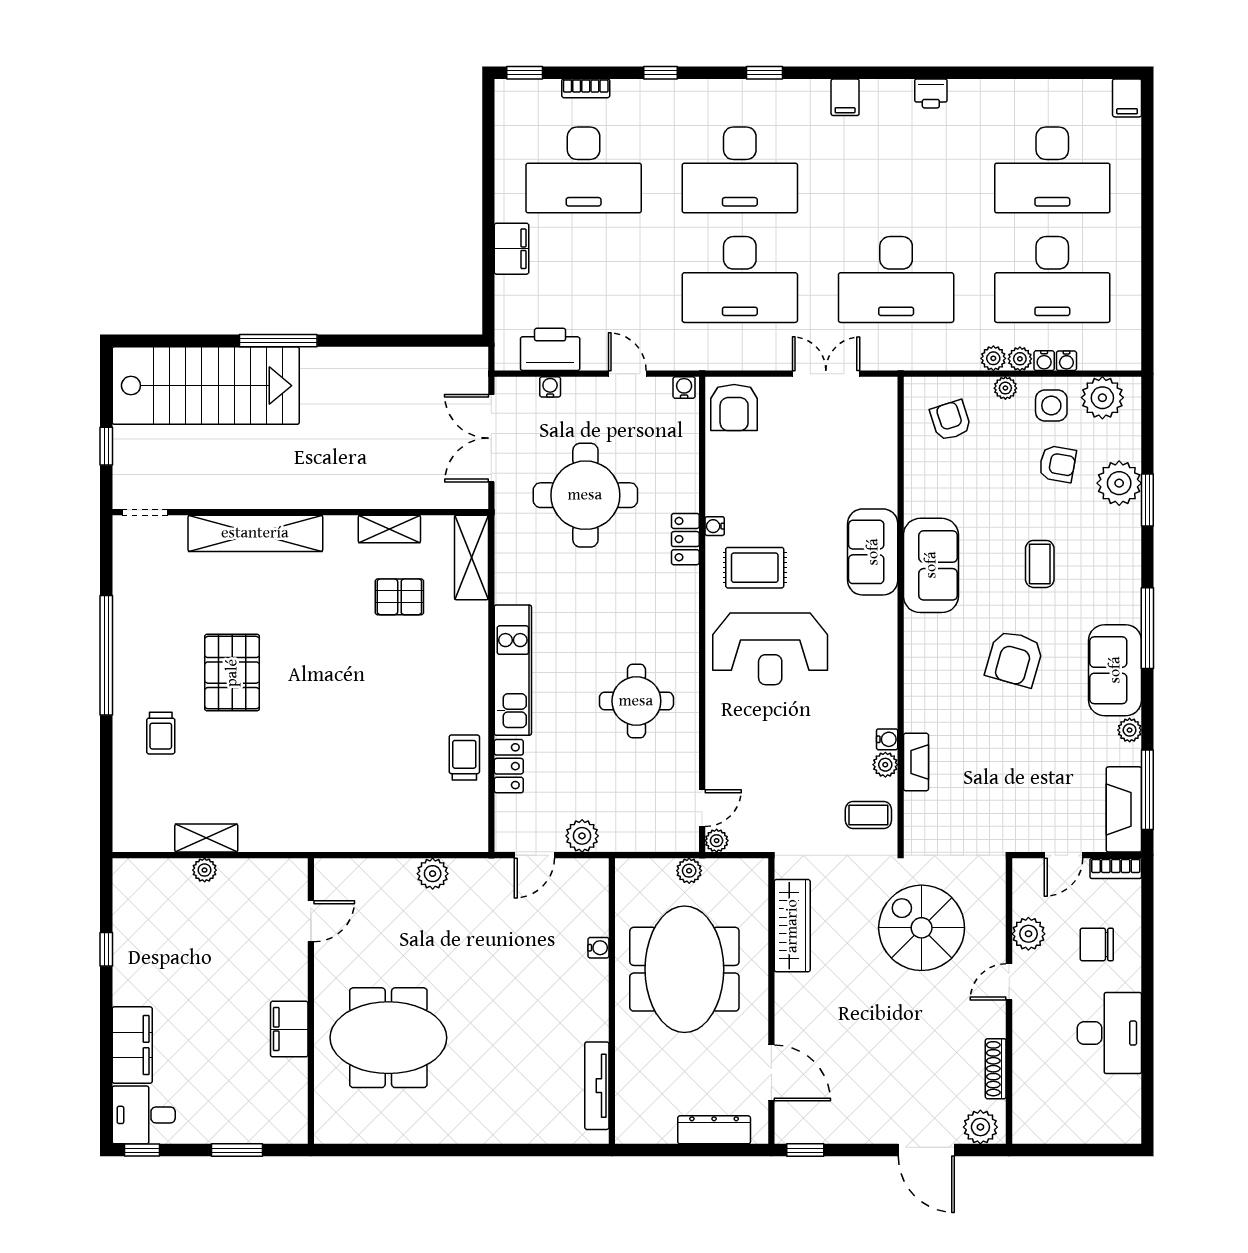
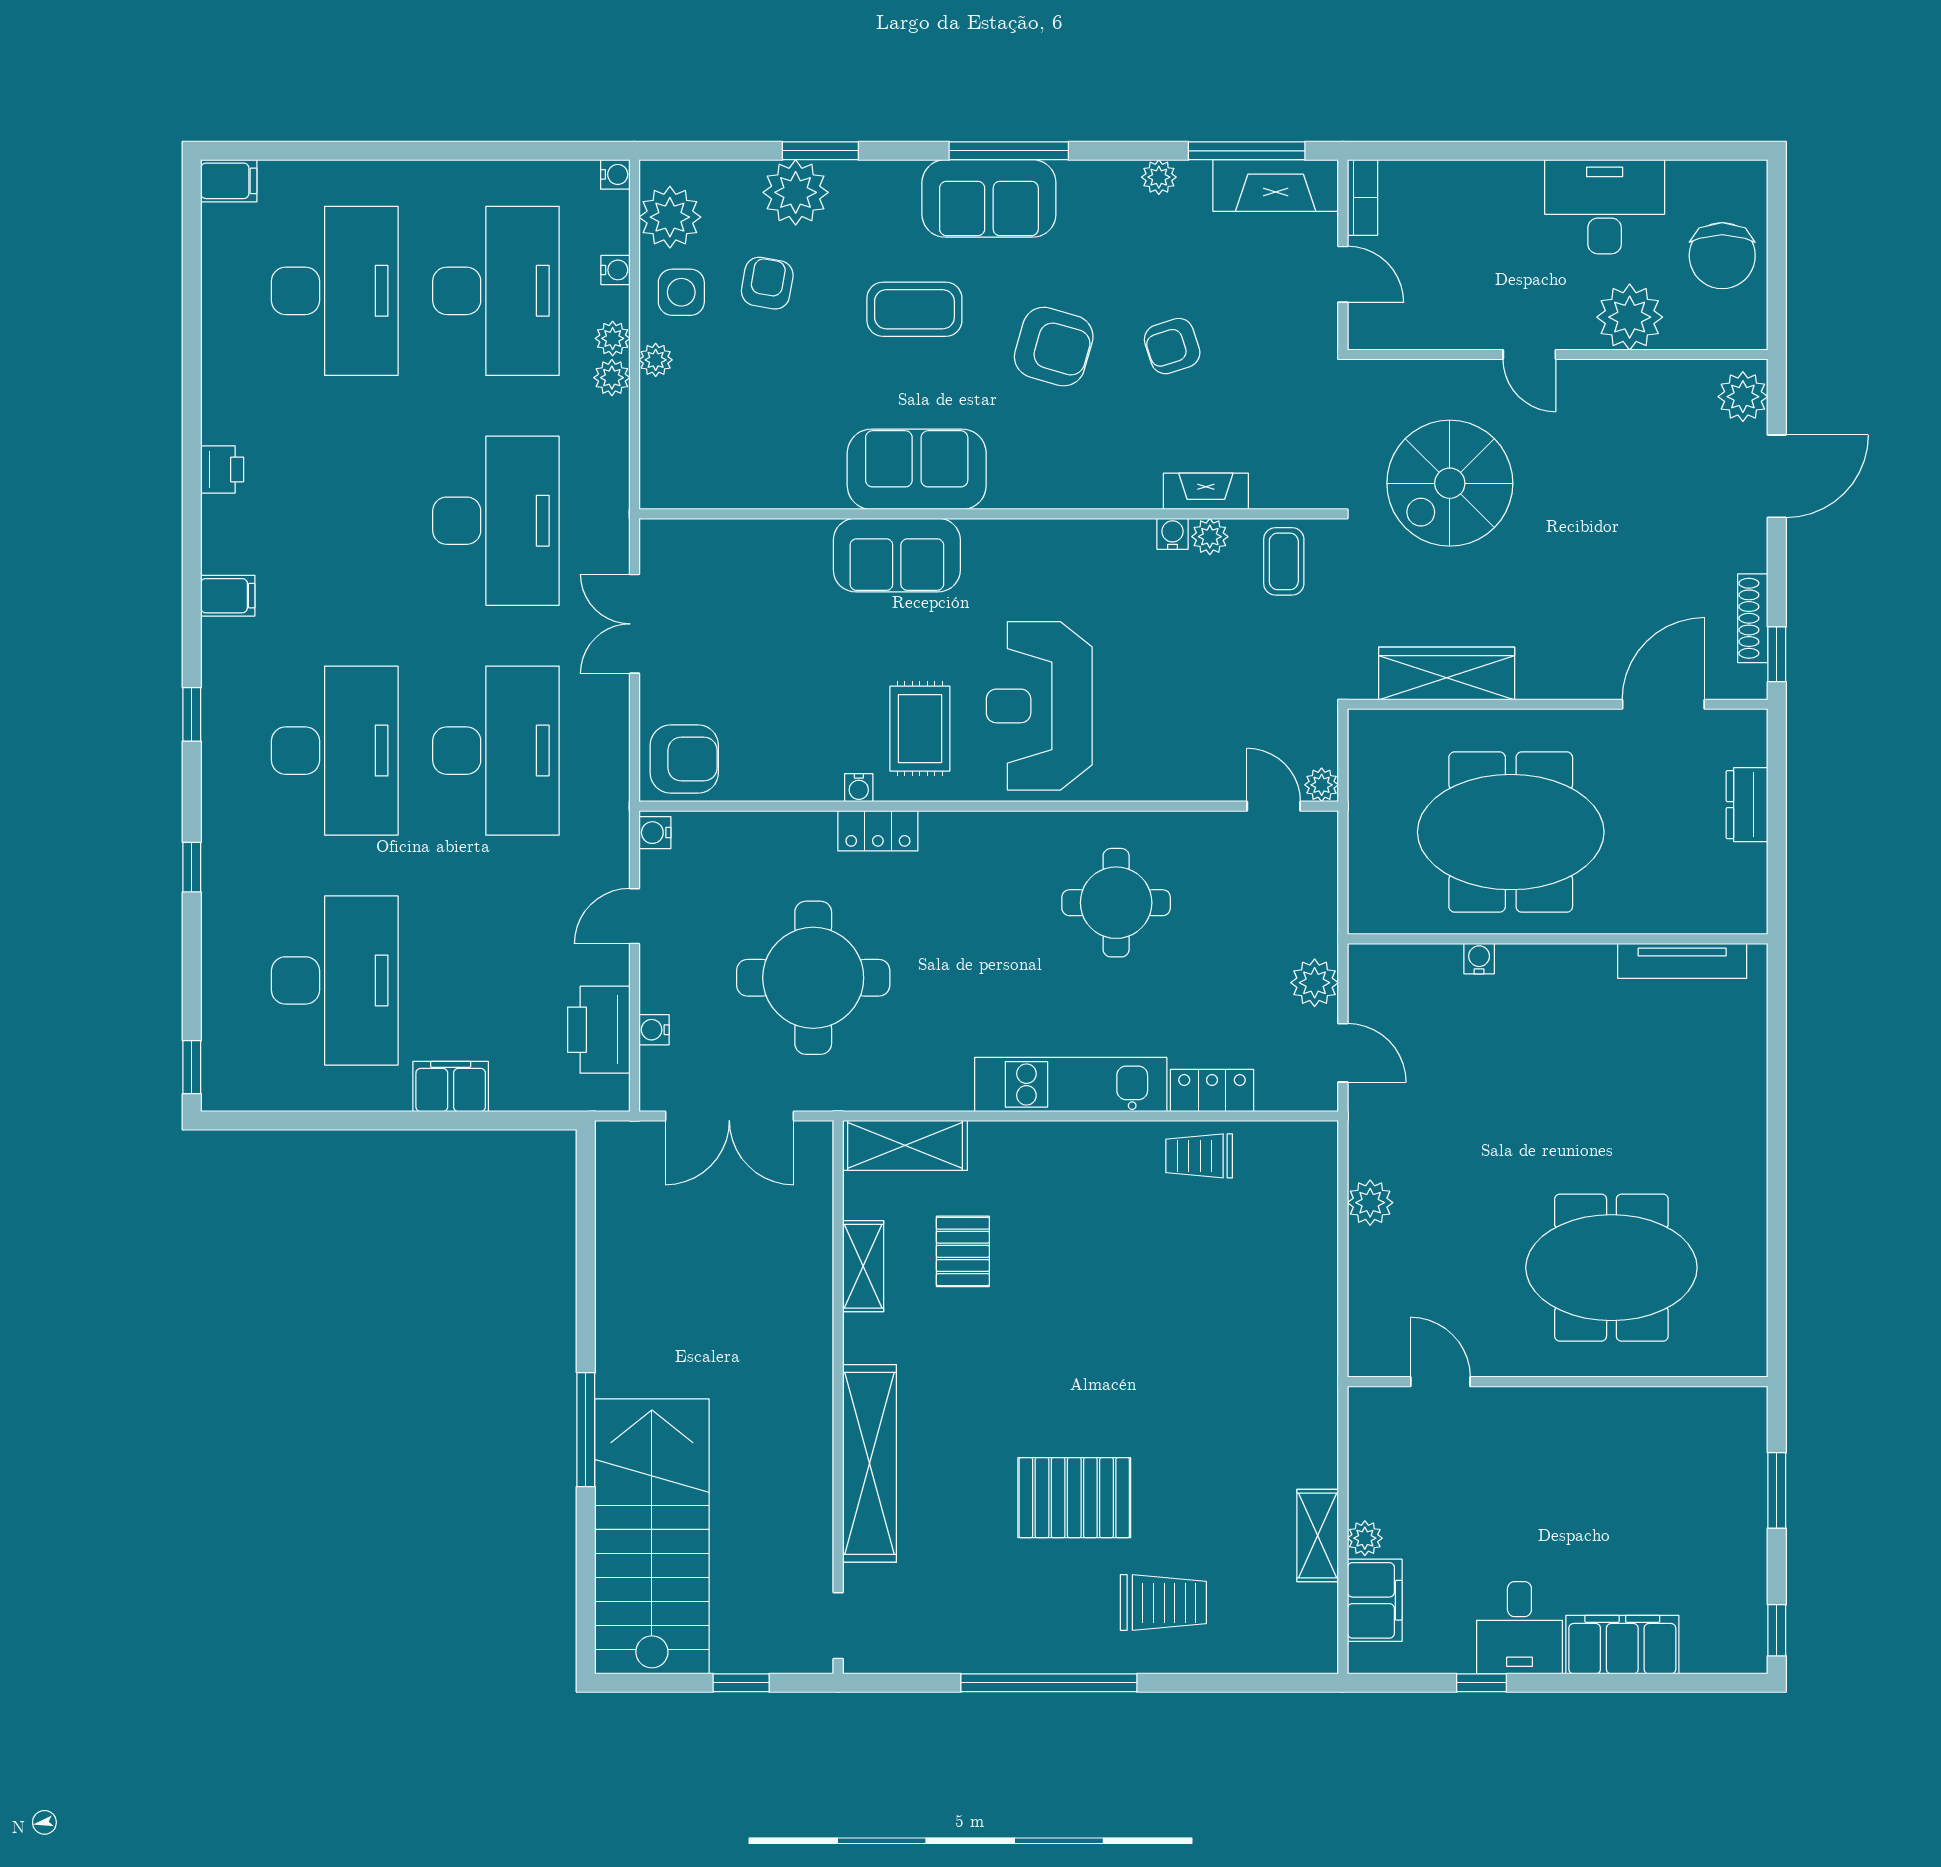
bookcase: (586, 88) -> (215, 977), removed
water cooler: (1044, 361) -> (615, 174), moved
armchair: (951, 420) -> (1172, 346), moved
coffee table: (1040, 564) -> (914, 309), width x1.36, depth x1.30
reception desk: (770, 649) -> (1039, 706), turned 180
sofa: (1115, 670) -> (989, 198), moved
trolley: (161, 733) -> (1163, 1603), width x1.36, depth x1.39
plant: (689, 871) -> (1366, 825), removed
plant: (1028, 934) -> (1630, 317), moved, width x1.36, depth x1.36
chair: (1097, 944) -> (1722, 256), moved, width x1.37, depth x1.37
filing cabinet: (289, 1029) -> (1375, 1600), moved, turned -90
meeting table: (388, 1038) -> (1611, 1268), turned 90
shoe rack: (996, 1069) -> (1753, 618), moved, turned 90
desk: (144, 1115) -> (1519, 1628), moved
dresser: (714, 1130) -> (1747, 805), width x0.70

